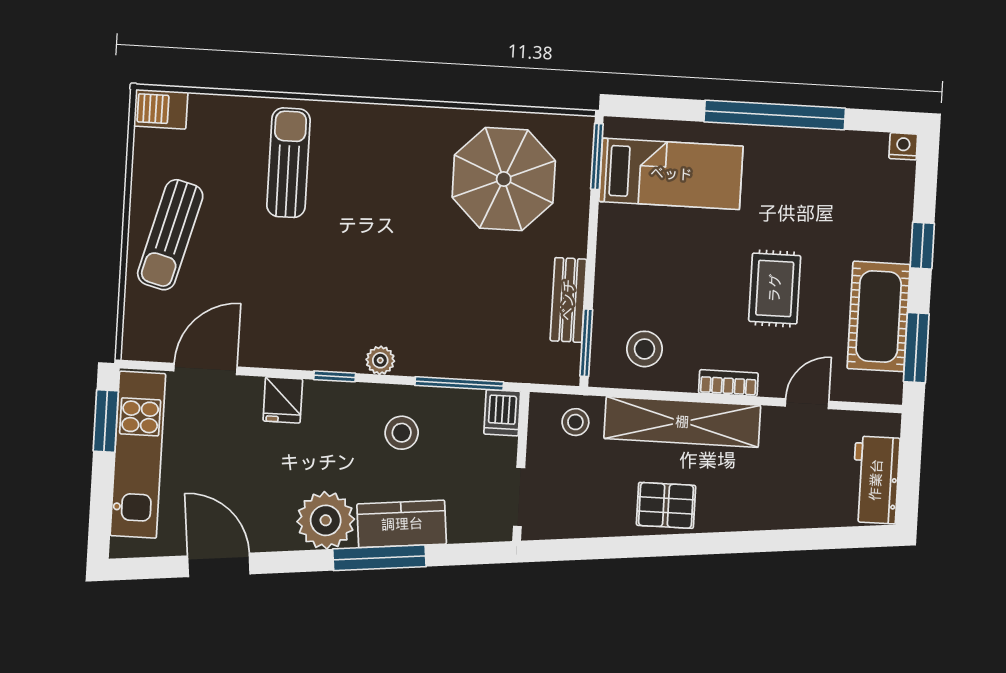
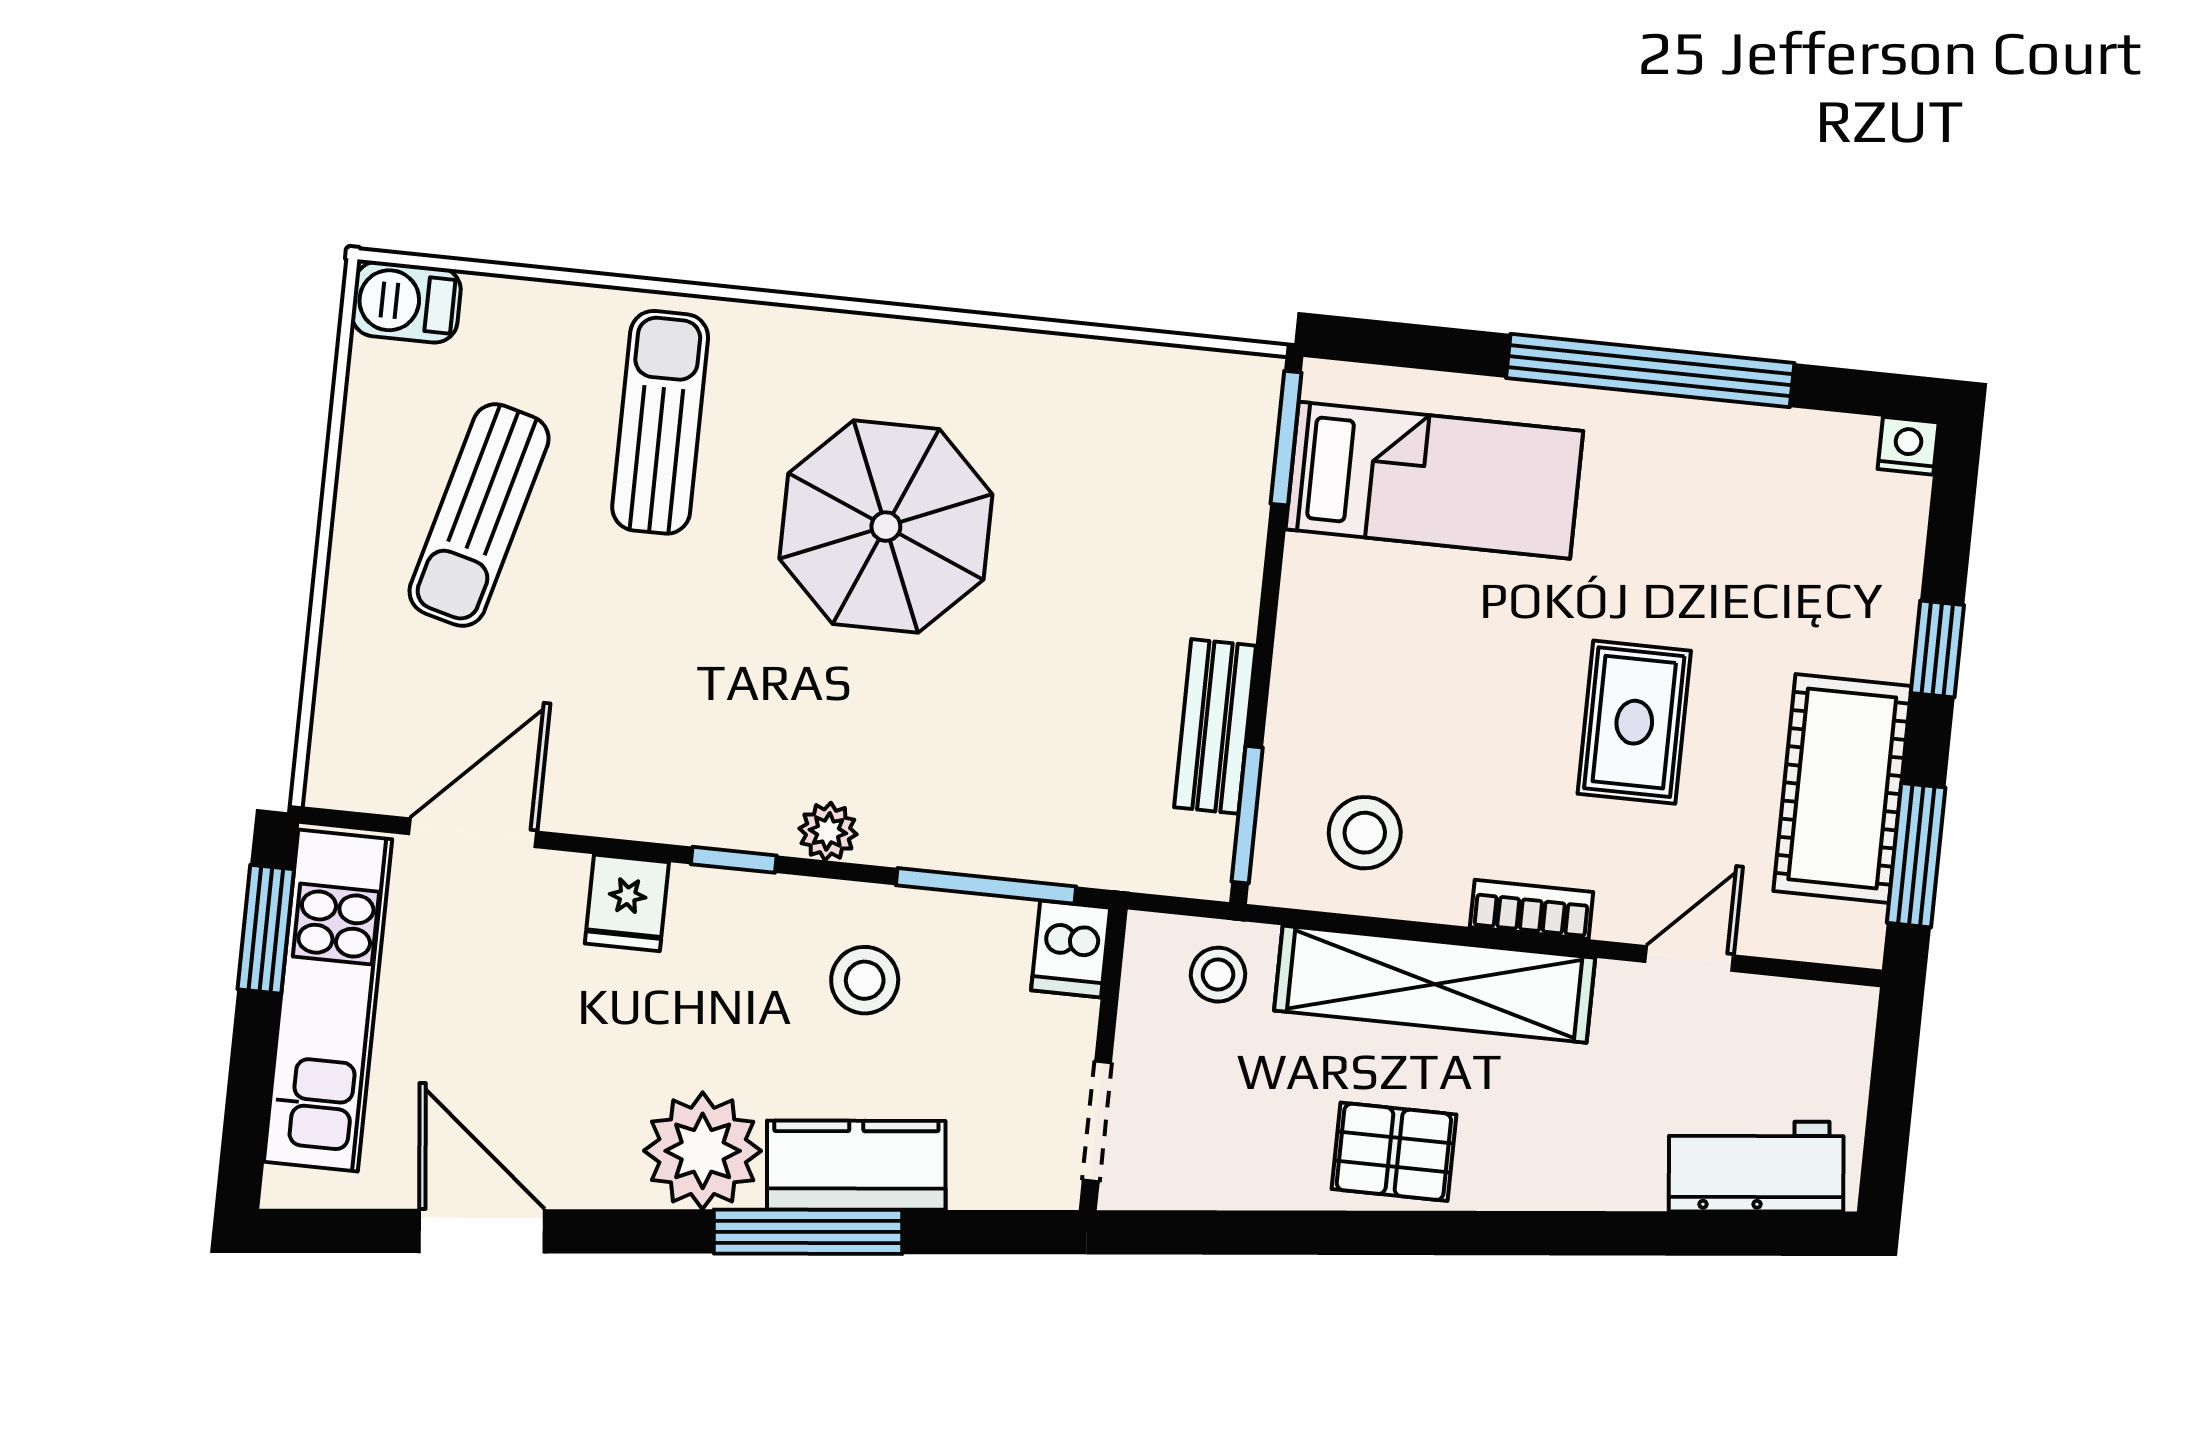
parasol: (504, 179) -> (886, 527), moved
sun lounger: (170, 235) -> (479, 515), moved
workbench: (876, 480) -> (1756, 1166), moved, turned 84

